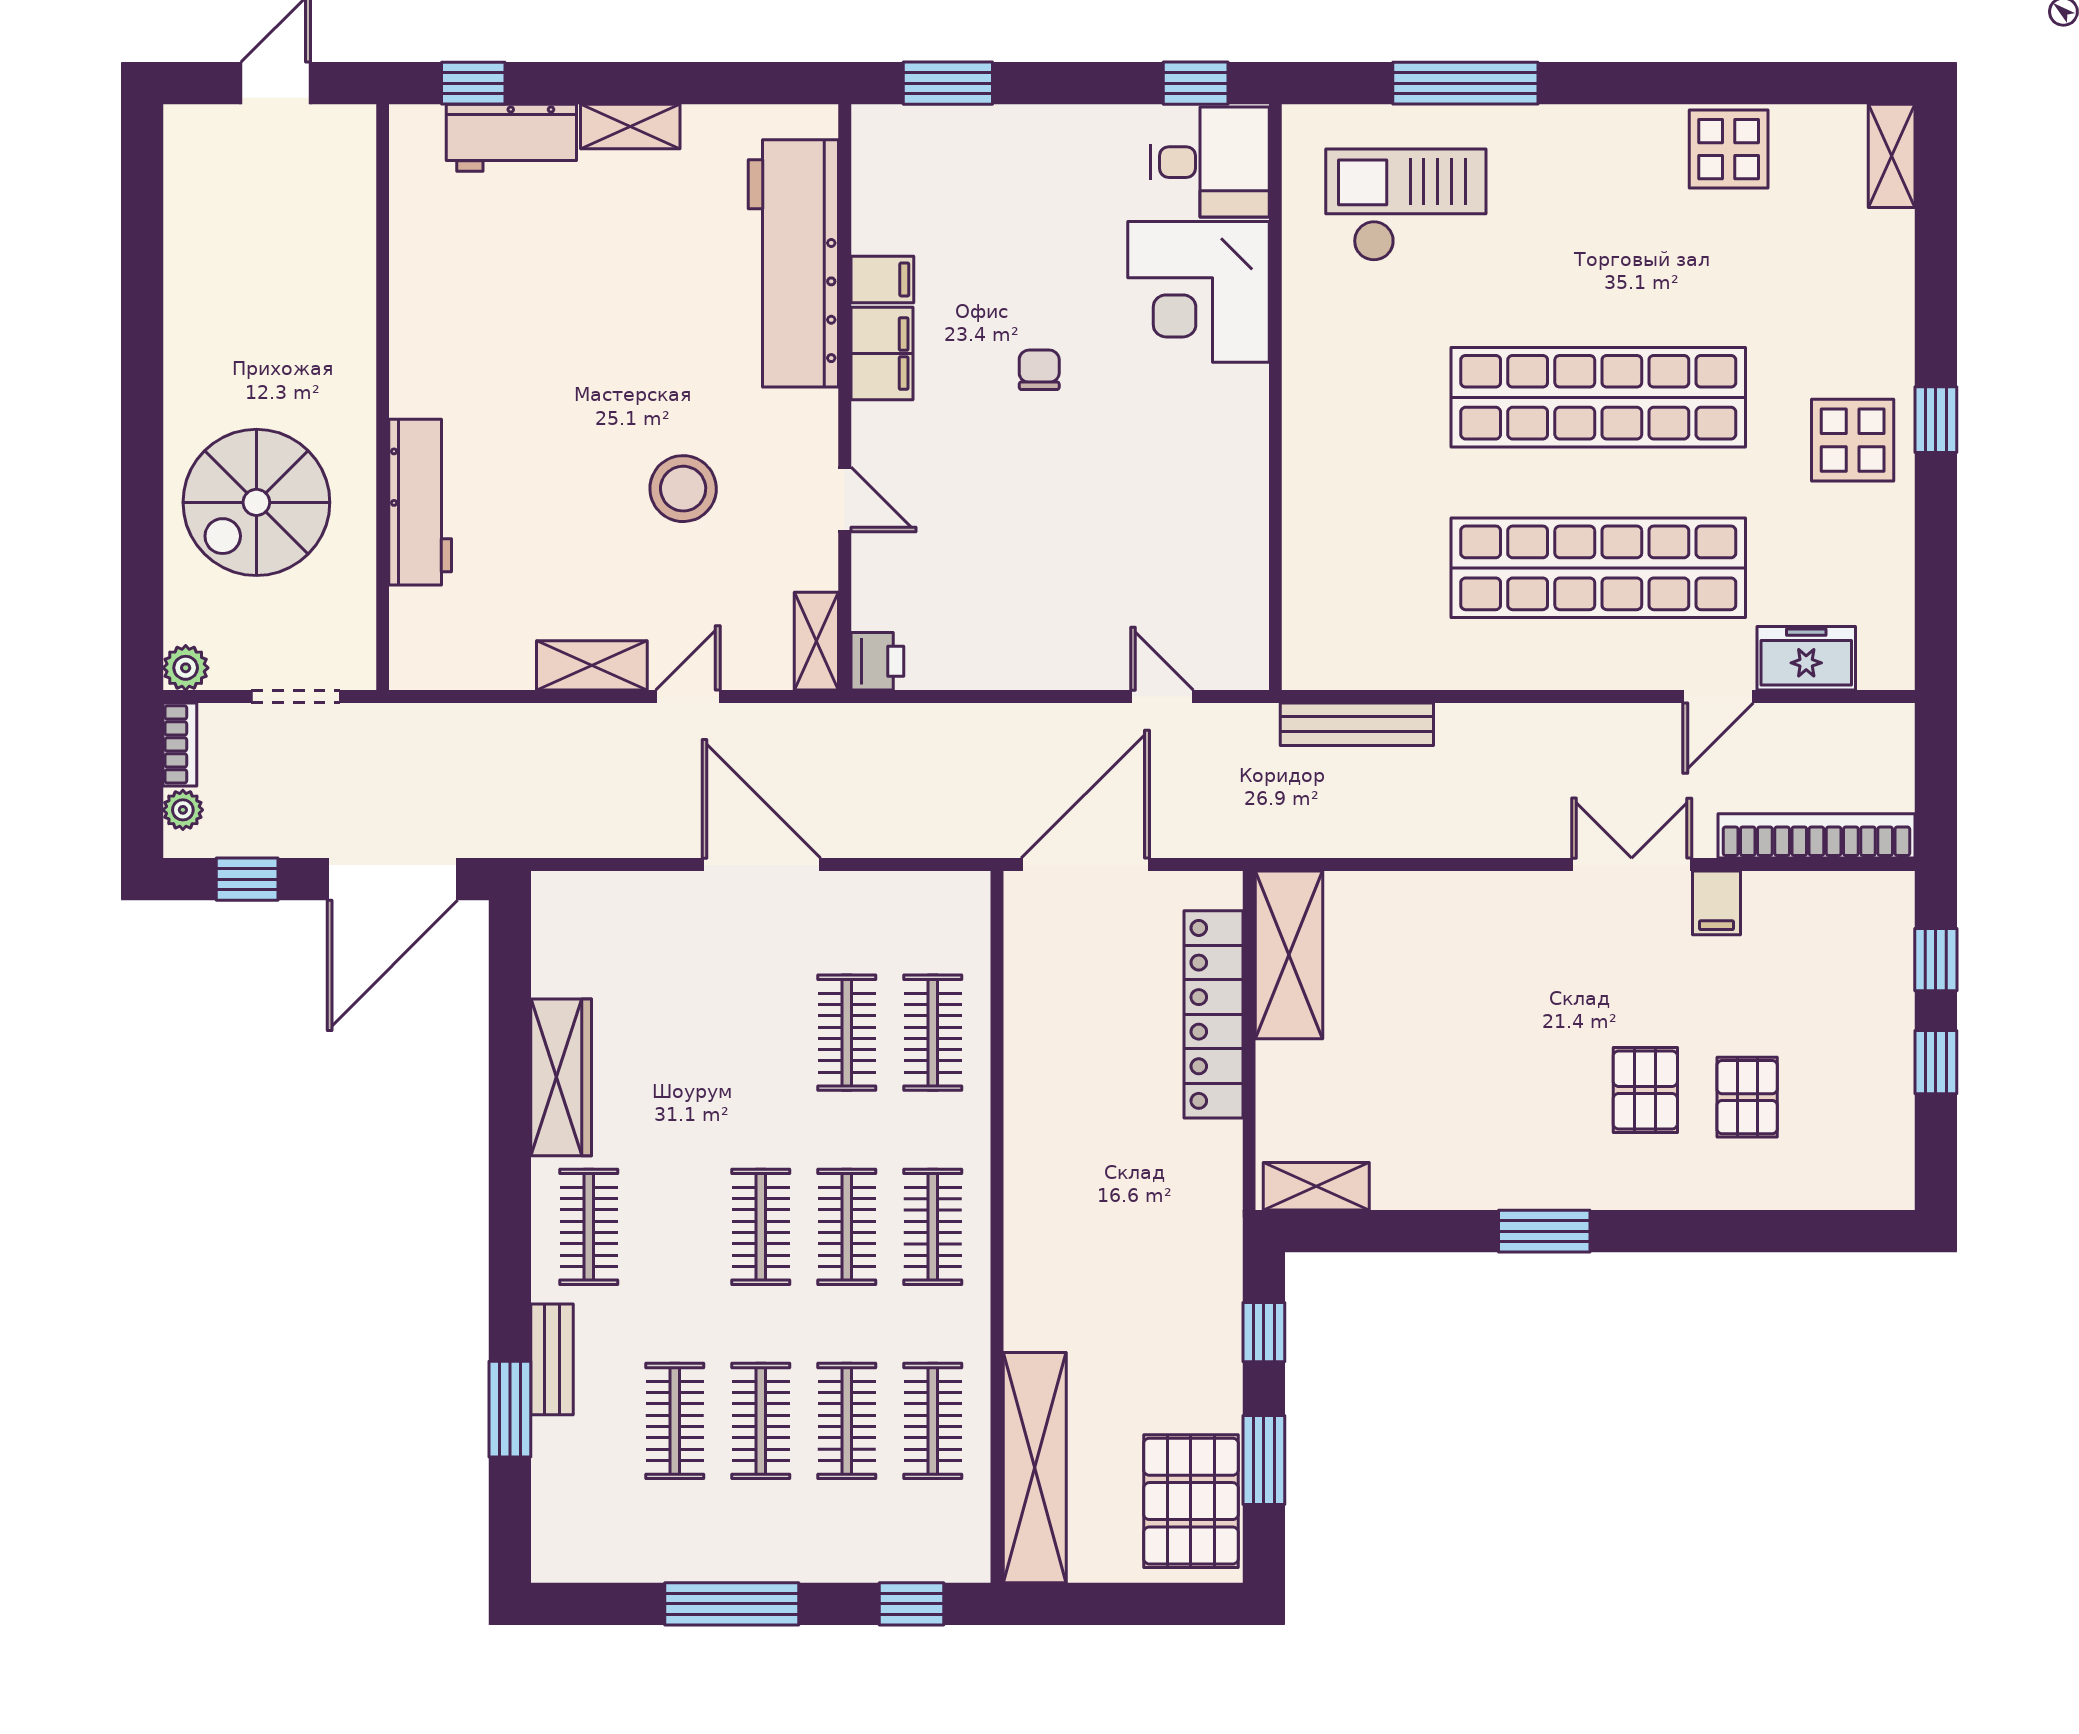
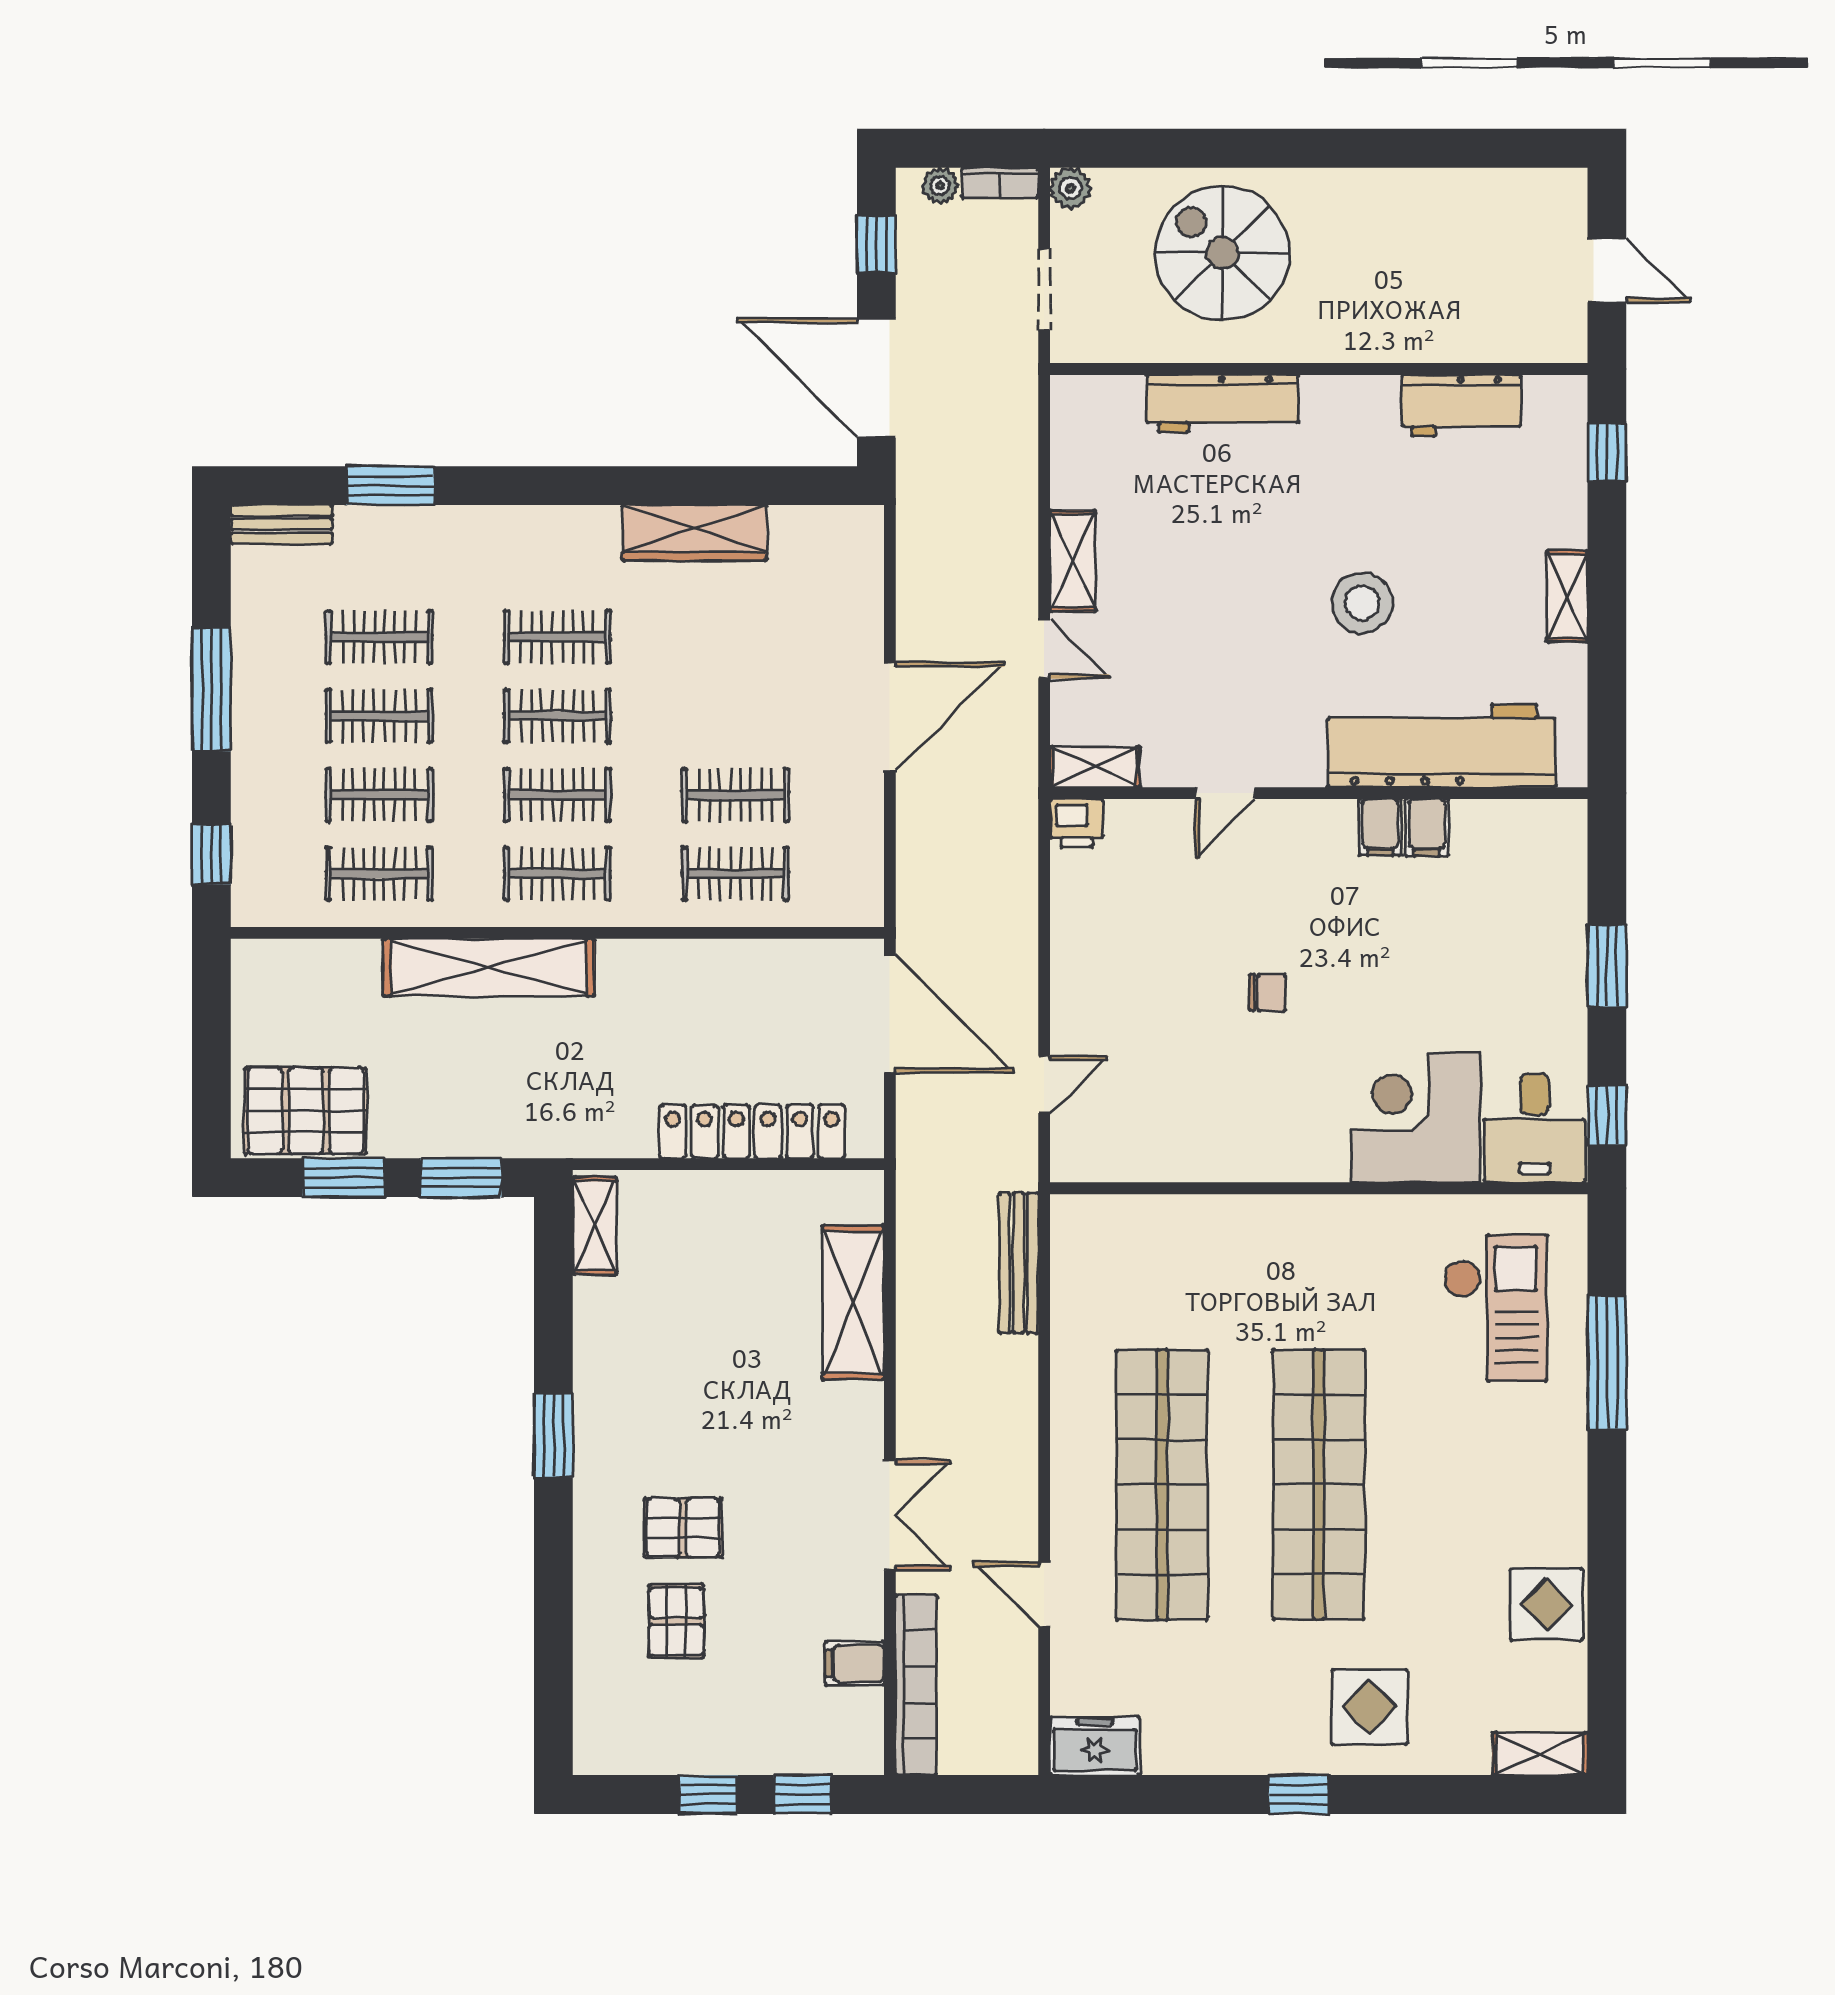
window: (948, 83) -> (1607, 966), moved
workbench: (511, 138) -> (1461, 406), moved, turned -90
filing cabinet: (882, 354) -> (1380, 827), width x0.50
chair: (1039, 370) -> (1267, 993), moved
display table: (1853, 440) -> (1370, 1707), moved
stool: (683, 489) -> (1362, 603), moved
freezer: (1806, 658) -> (1095, 1746), moved, turned -90
filing cabinet: (1717, 903) -> (855, 1663), moved
shelving: (1289, 955) -> (853, 1303), moved, turned 90
pallet: (1747, 1097) -> (676, 1621), turned 90
clothes rail: (589, 1227) -> (557, 637), moved
window: (1264, 1332) -> (461, 1178), width x1.50
bench: (552, 1359) -> (281, 524), moved
shelving: (1035, 1468) -> (489, 967), moved

